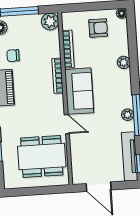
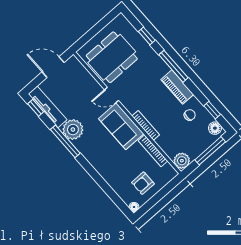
plant: (124, 62) -> (105, 172), removed
plant: (128, 115) -> (73, 130), width x1.88, depth x1.88

